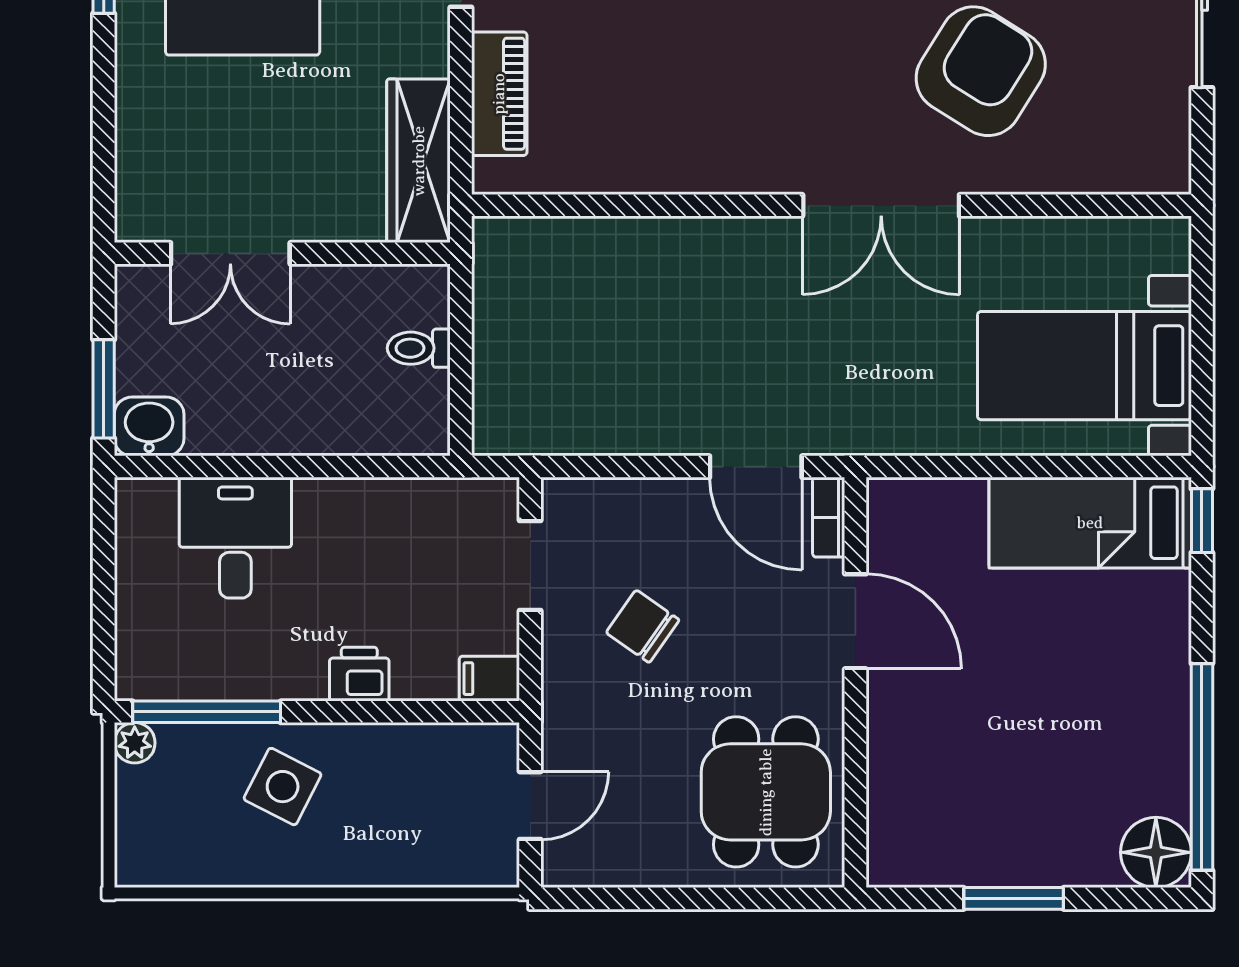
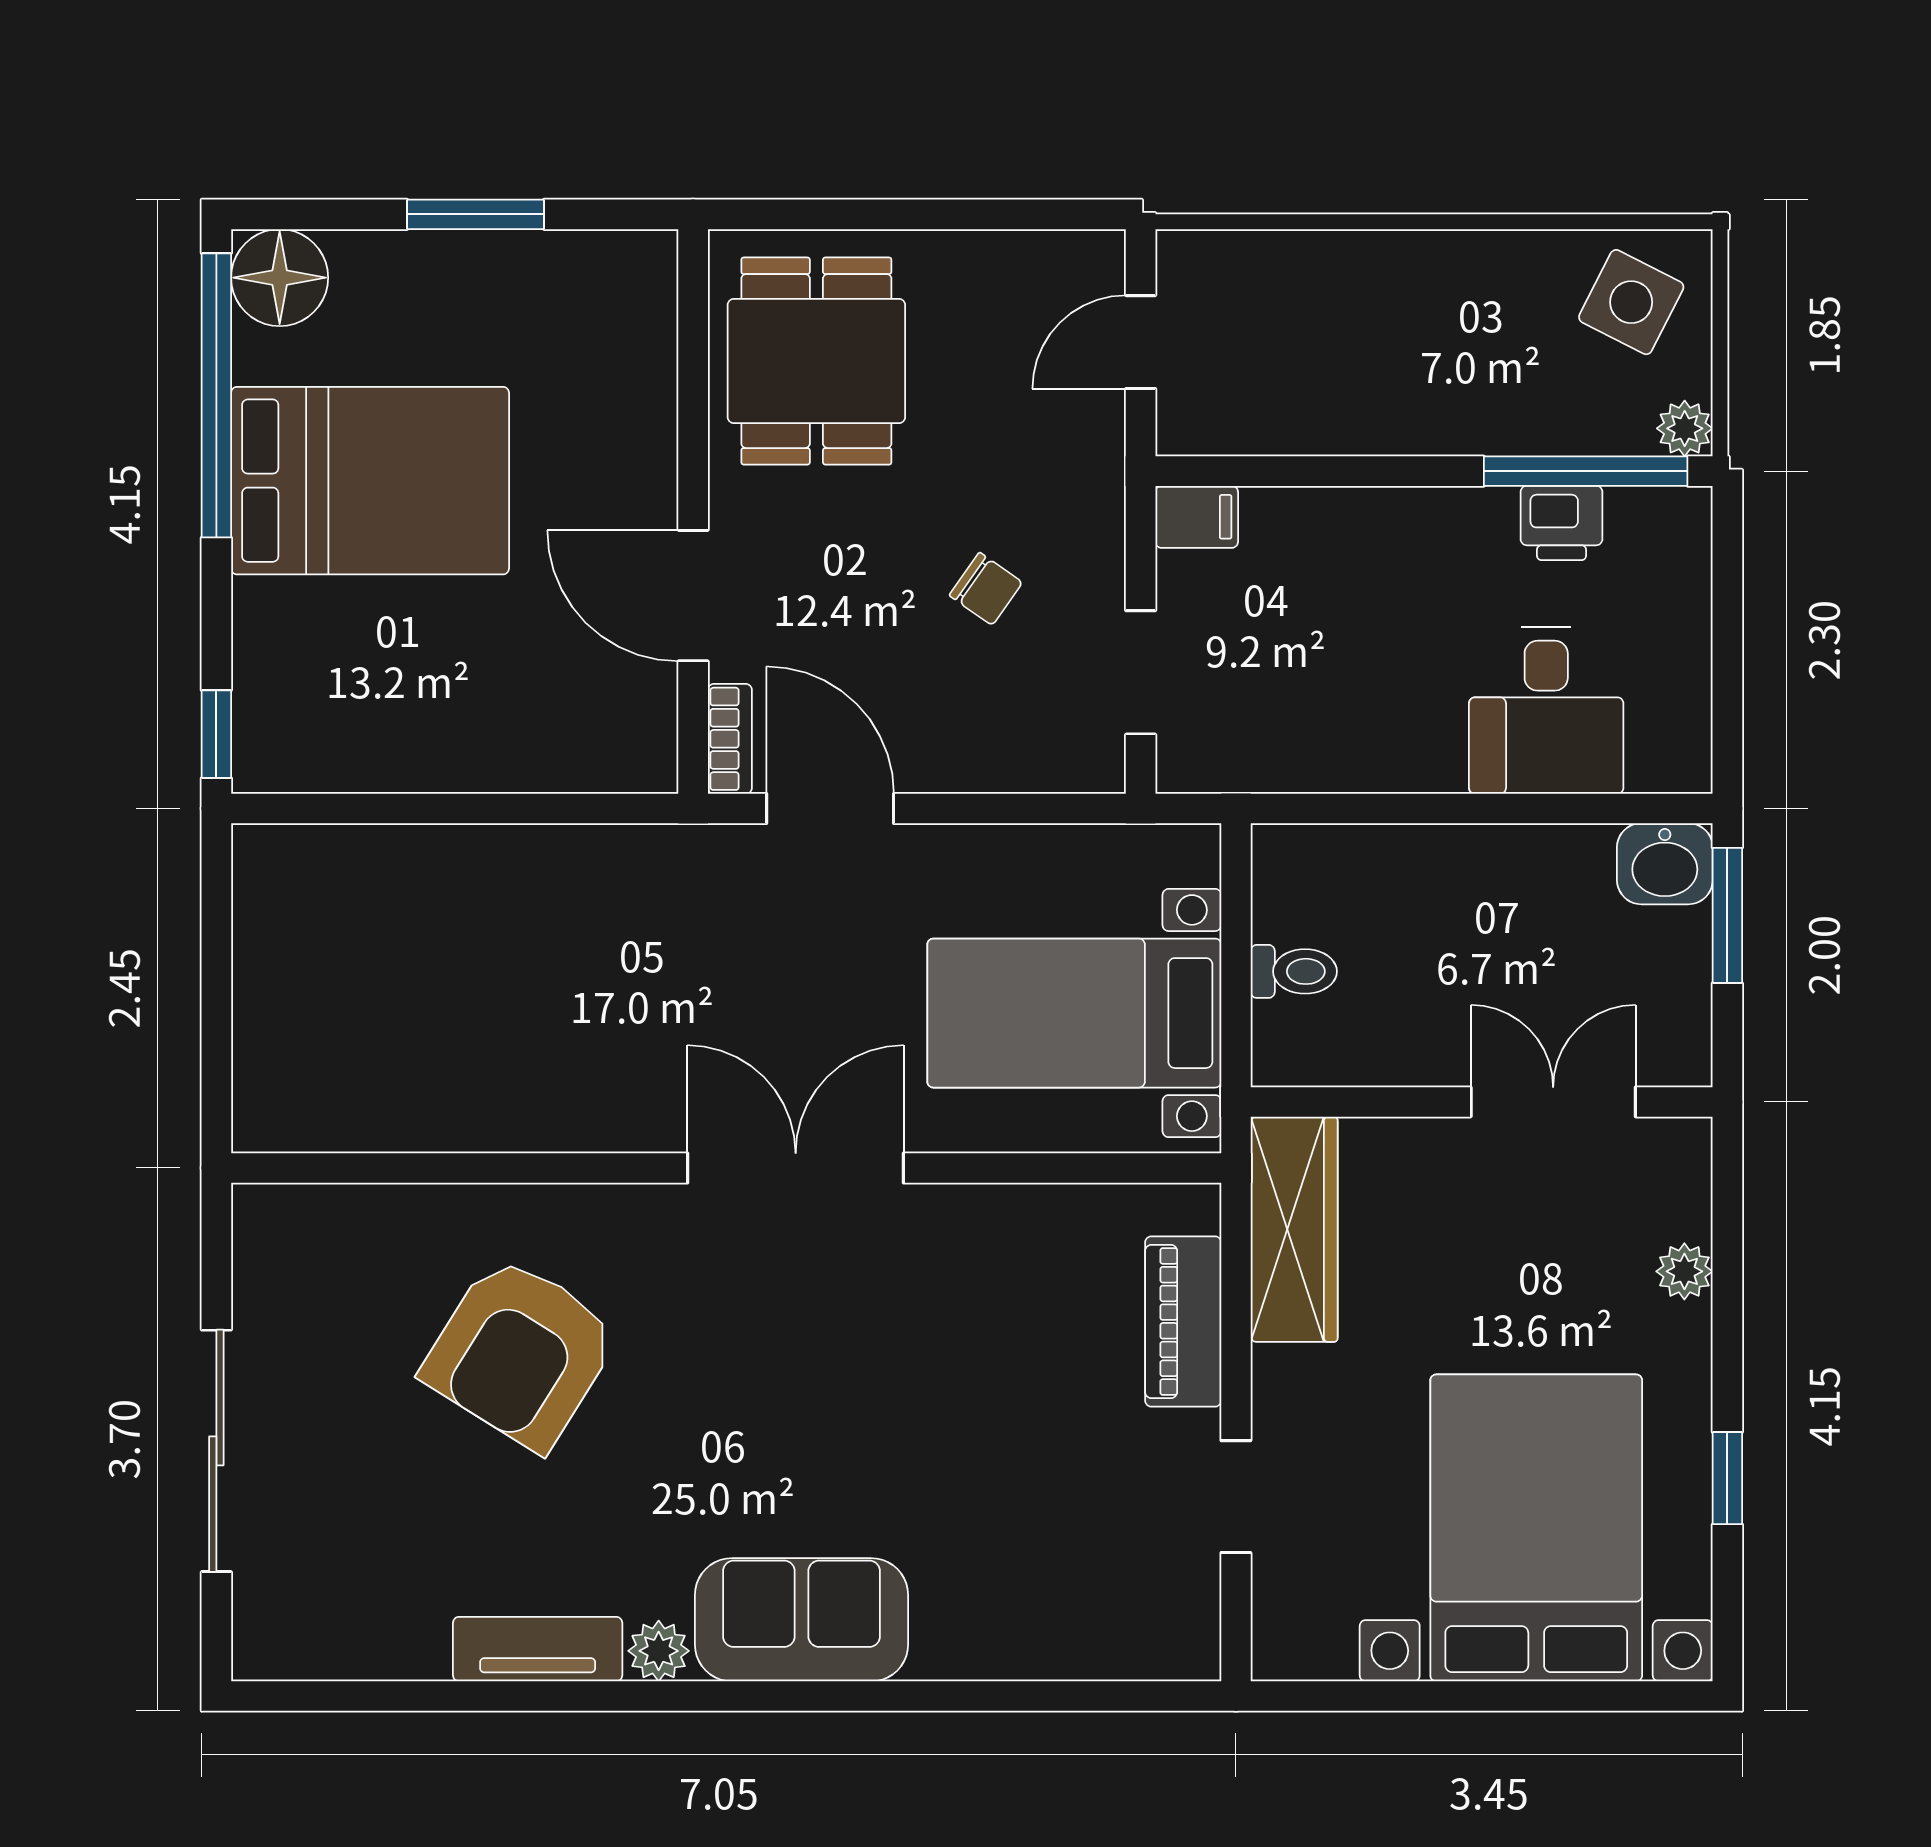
plant: (135, 130) -> (1684, 1271), added
double door: (881, 205) -> (796, 1168), moved
bed with nightstands: (1084, 366) -> (1074, 1013), moved, turned 180
bed: (1090, 523) -> (370, 481), moved, width x1.50
chair: (643, 626) -> (986, 589), width x0.73, depth x0.73
printer: (359, 674) -> (1562, 523), moved
side table: (283, 787) -> (1631, 302), moved

